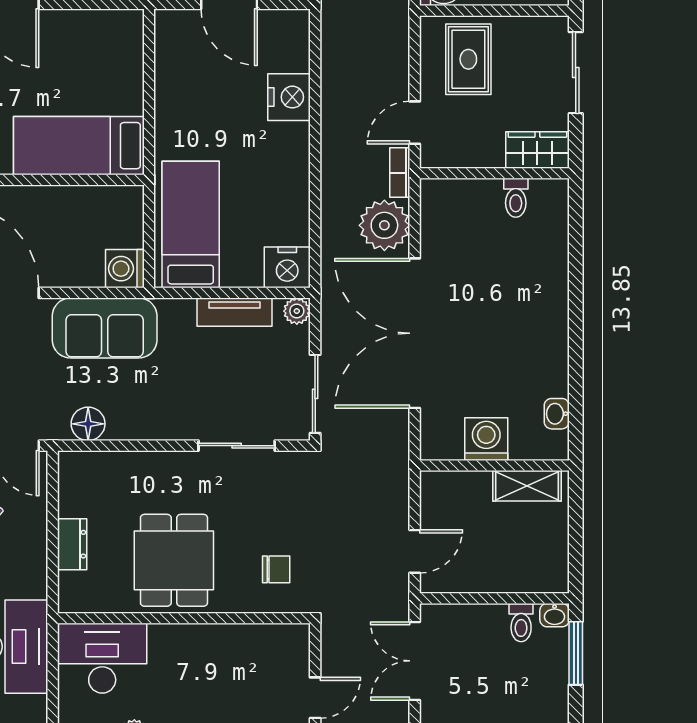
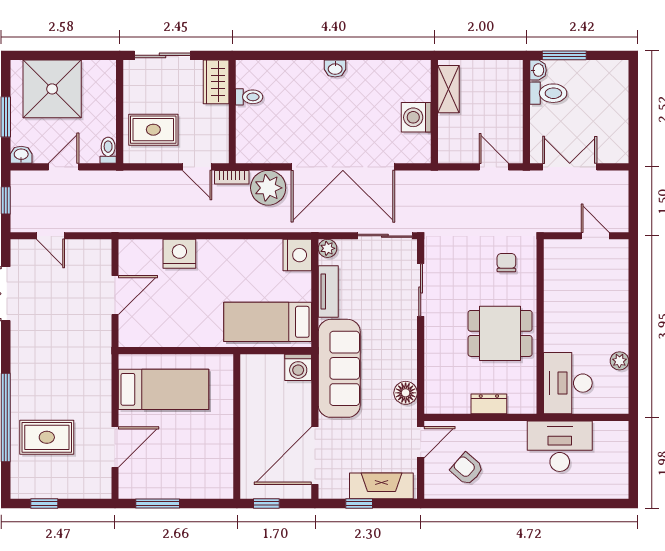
bed: (79, 146) -> (164, 389), moved, turned -90
sofa: (105, 328) -> (339, 368), width x1.36
washbasin: (557, 414) -> (335, 69), moved
toilet: (521, 623) -> (548, 93), width x1.37, depth x1.39
double door: (415, 661) -> (570, 167), swing flipped

